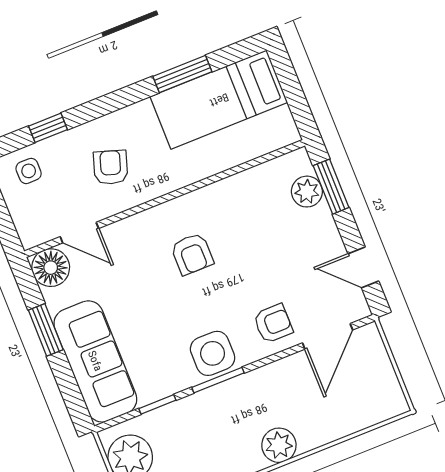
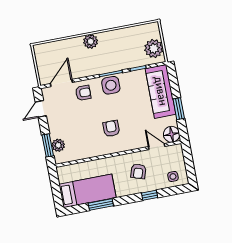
window: (48, 128) -> (150, 195), moved
door: (363, 267) -> (41, 109), swing flipped
armchair: (273, 324) -> (83, 93), turned 180

